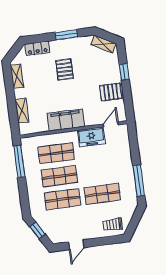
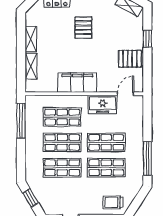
shelving: (17, 76) -> (31, 39), moved
shop shelf: (99, 171) -> (106, 142), added

